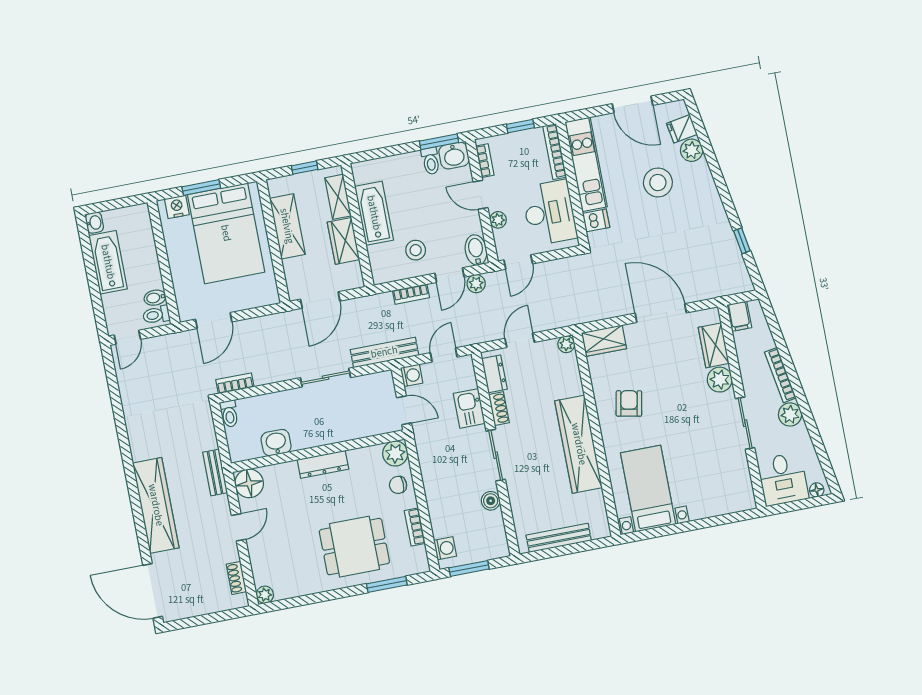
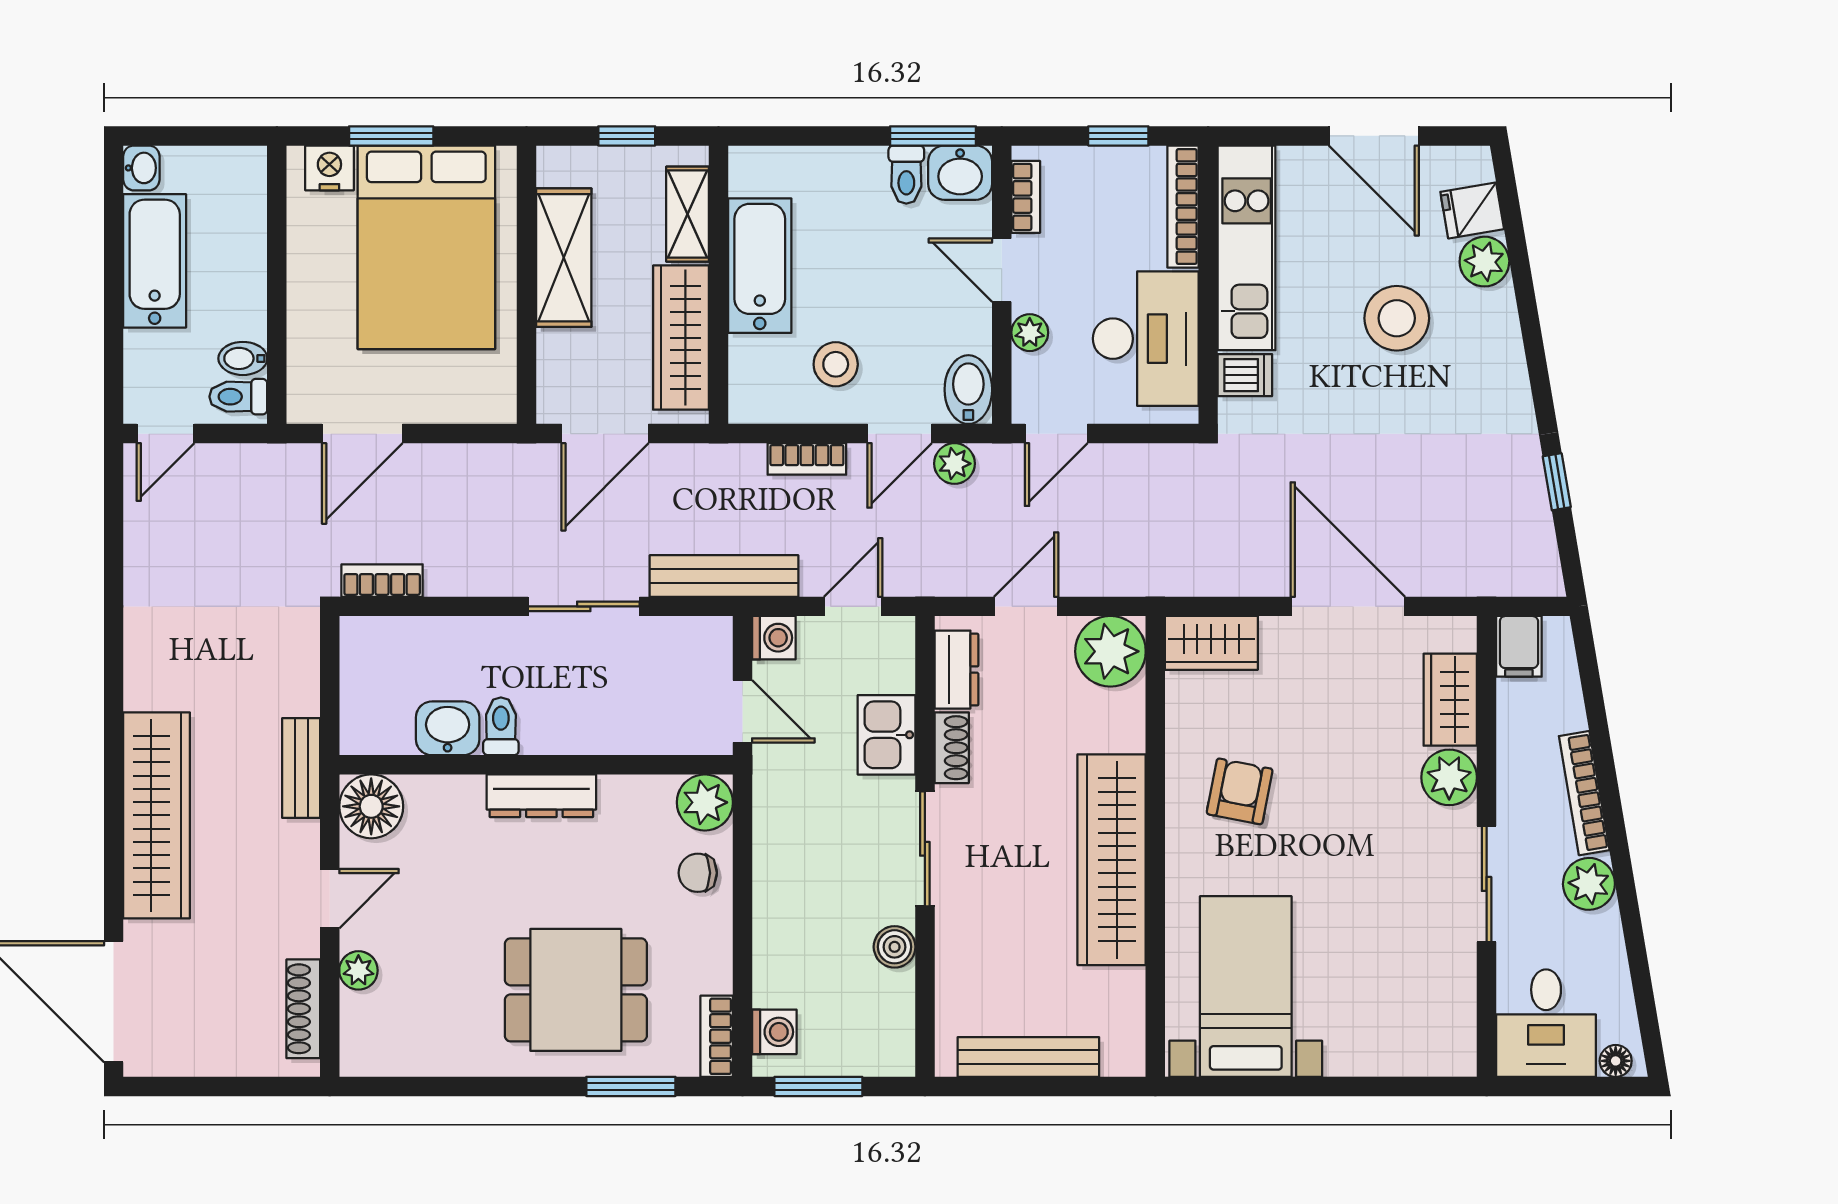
wardrobe: (343, 241) -> (681, 338), width x1.50
plant: (566, 344) -> (1110, 651), width x1.87, depth x1.87
toilet: (229, 414) -> (501, 726), moved, turned 180
bookcase: (415, 527) -> (717, 1036), moved
shoe rack: (236, 578) -> (303, 1009), width x1.43
plant: (265, 595) -> (358, 970), moved

